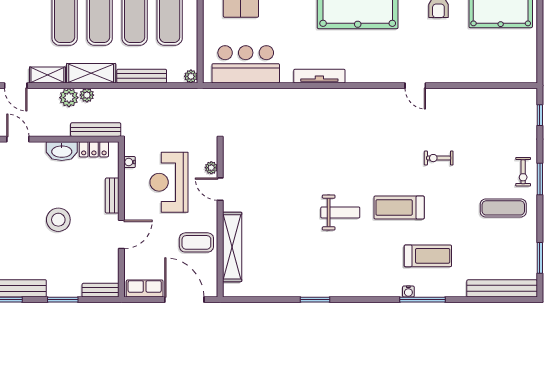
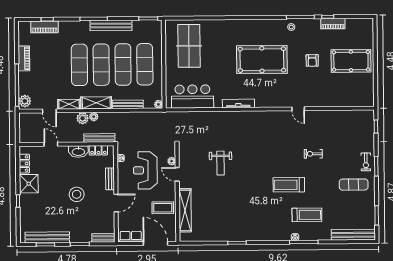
weight bench: (340, 212) -> (221, 163), moved, turned 90

